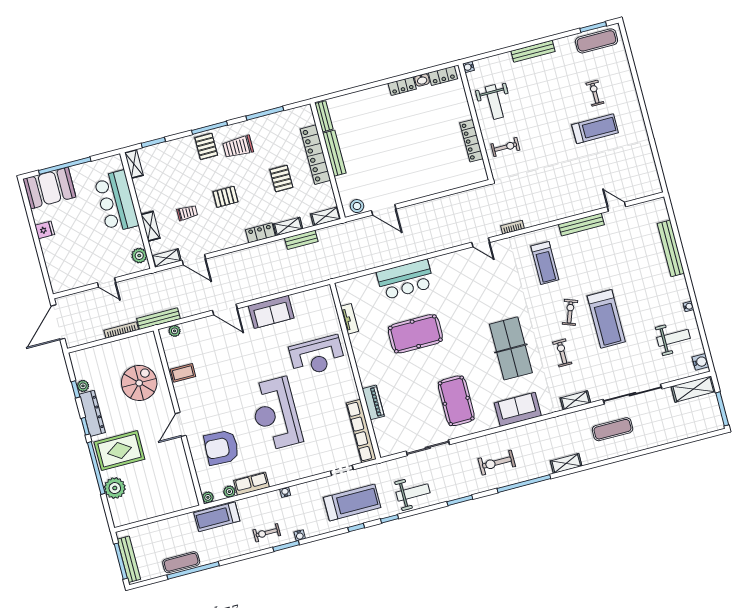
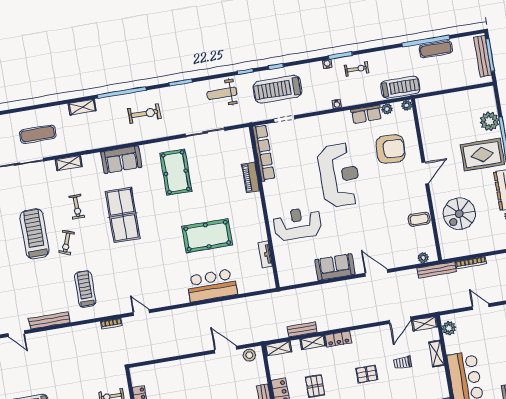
door: (194, 260) -> (400, 320), swing flipped

